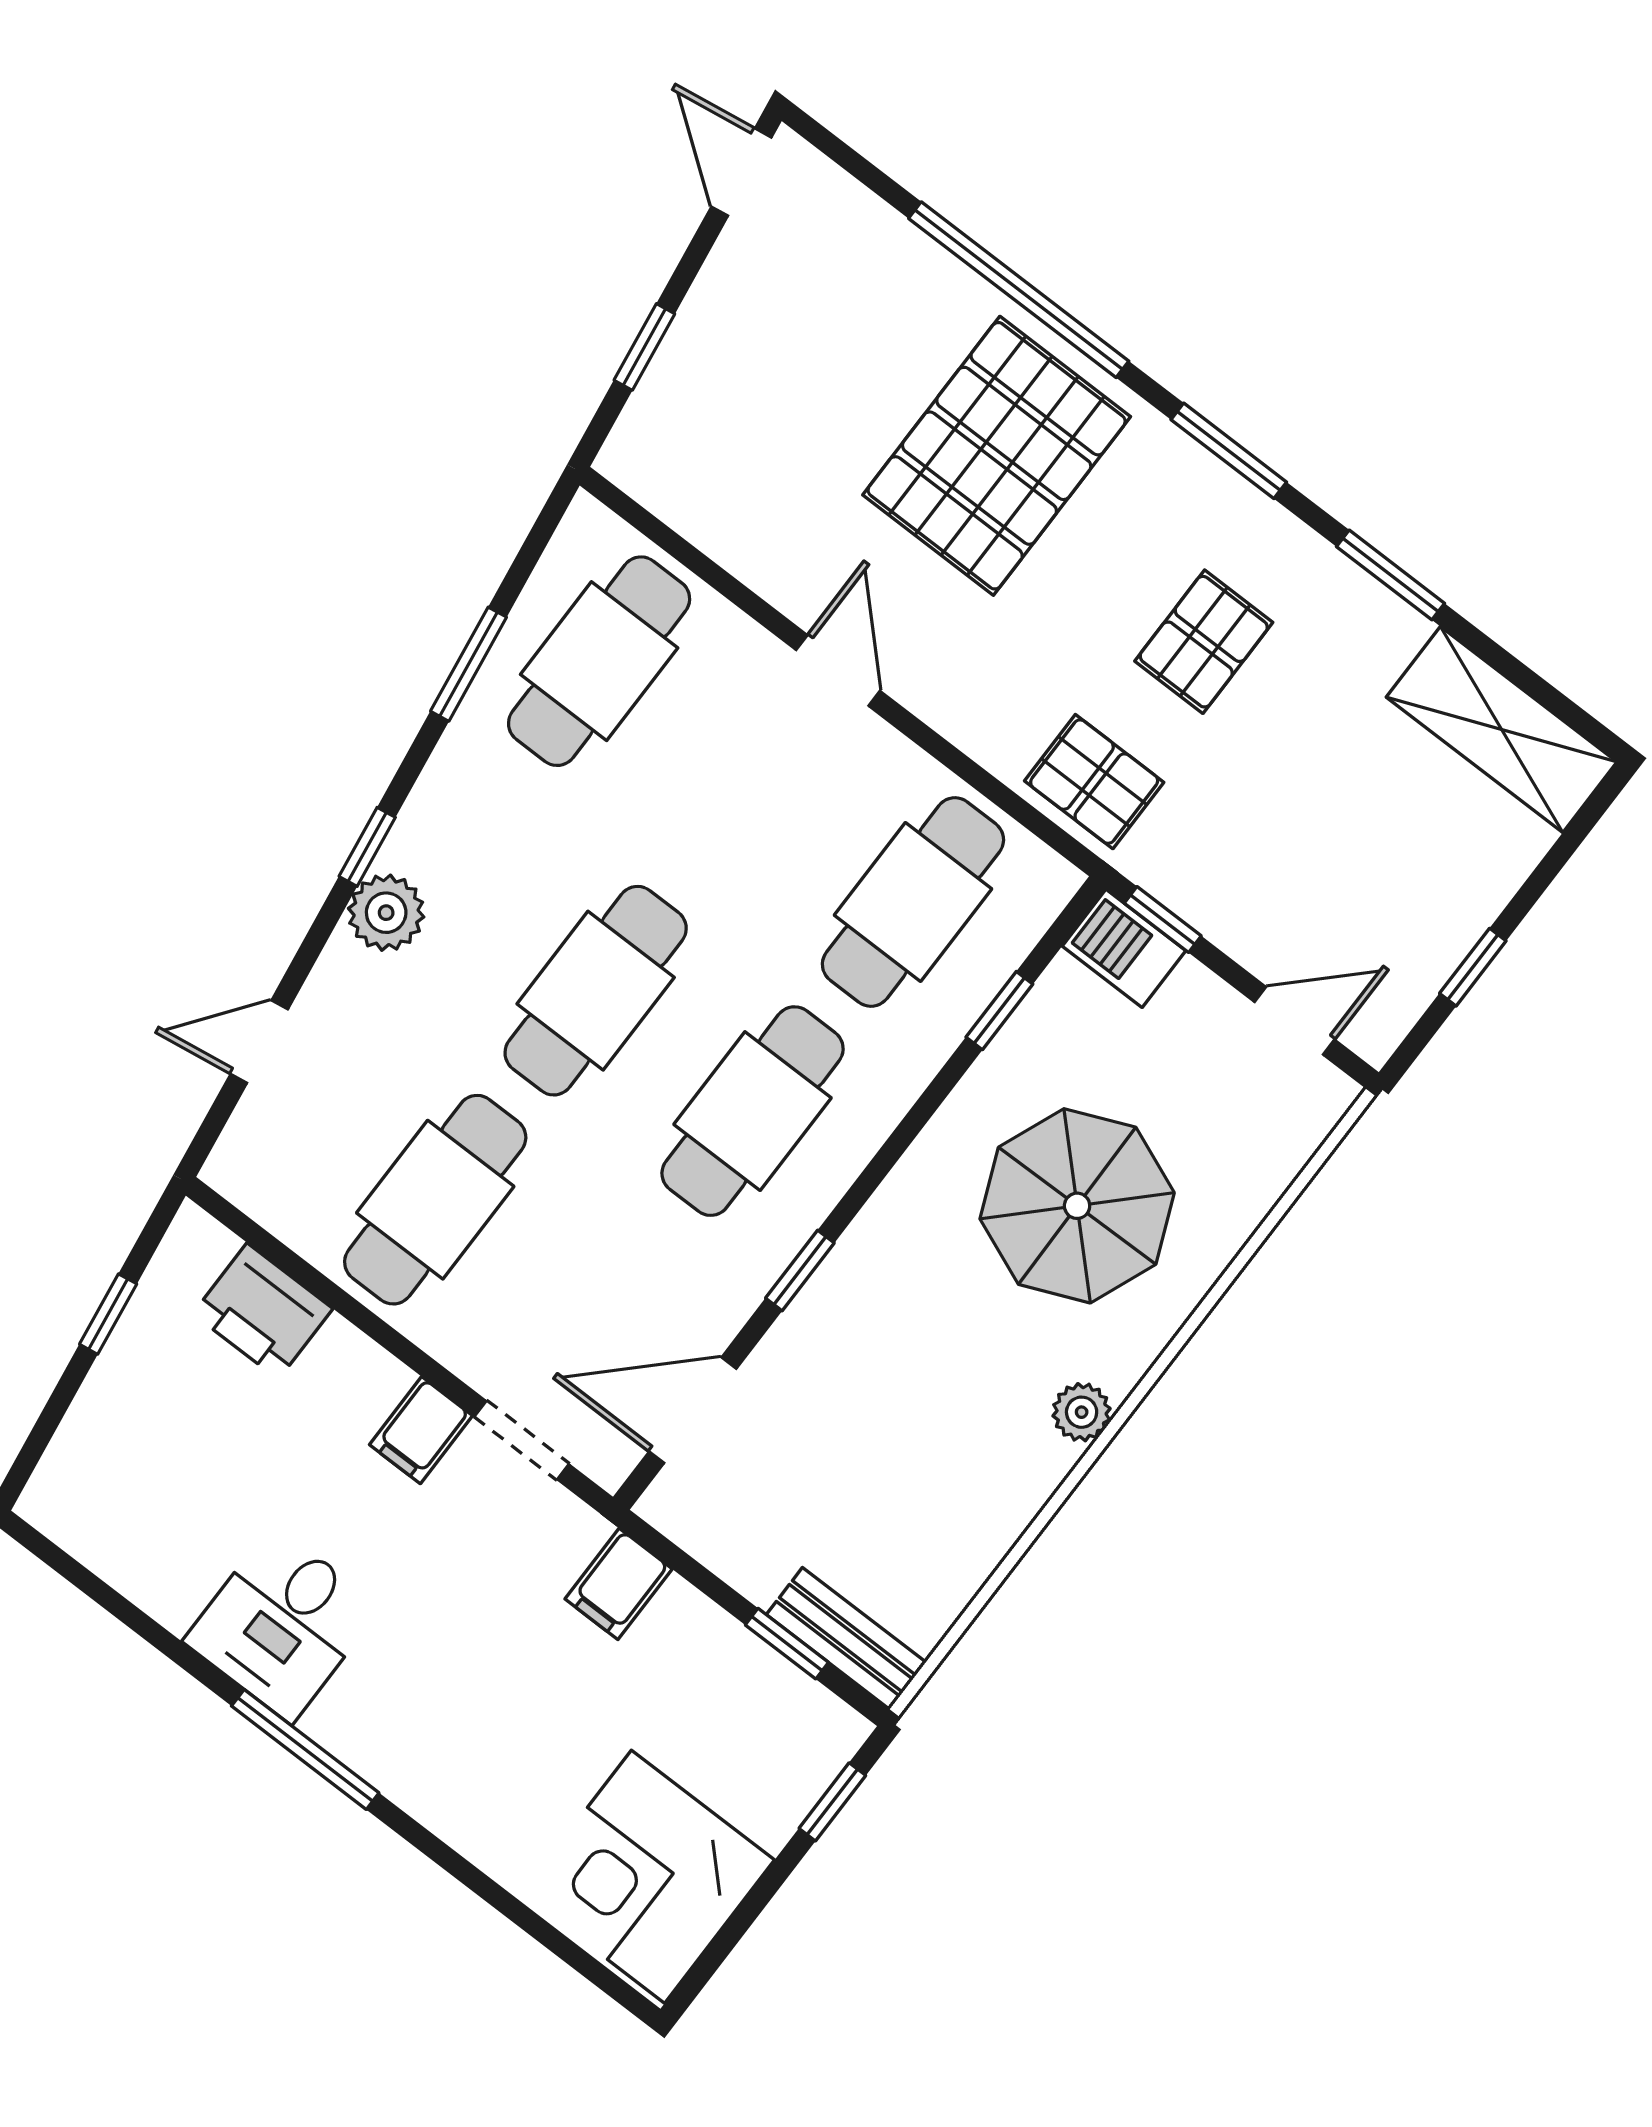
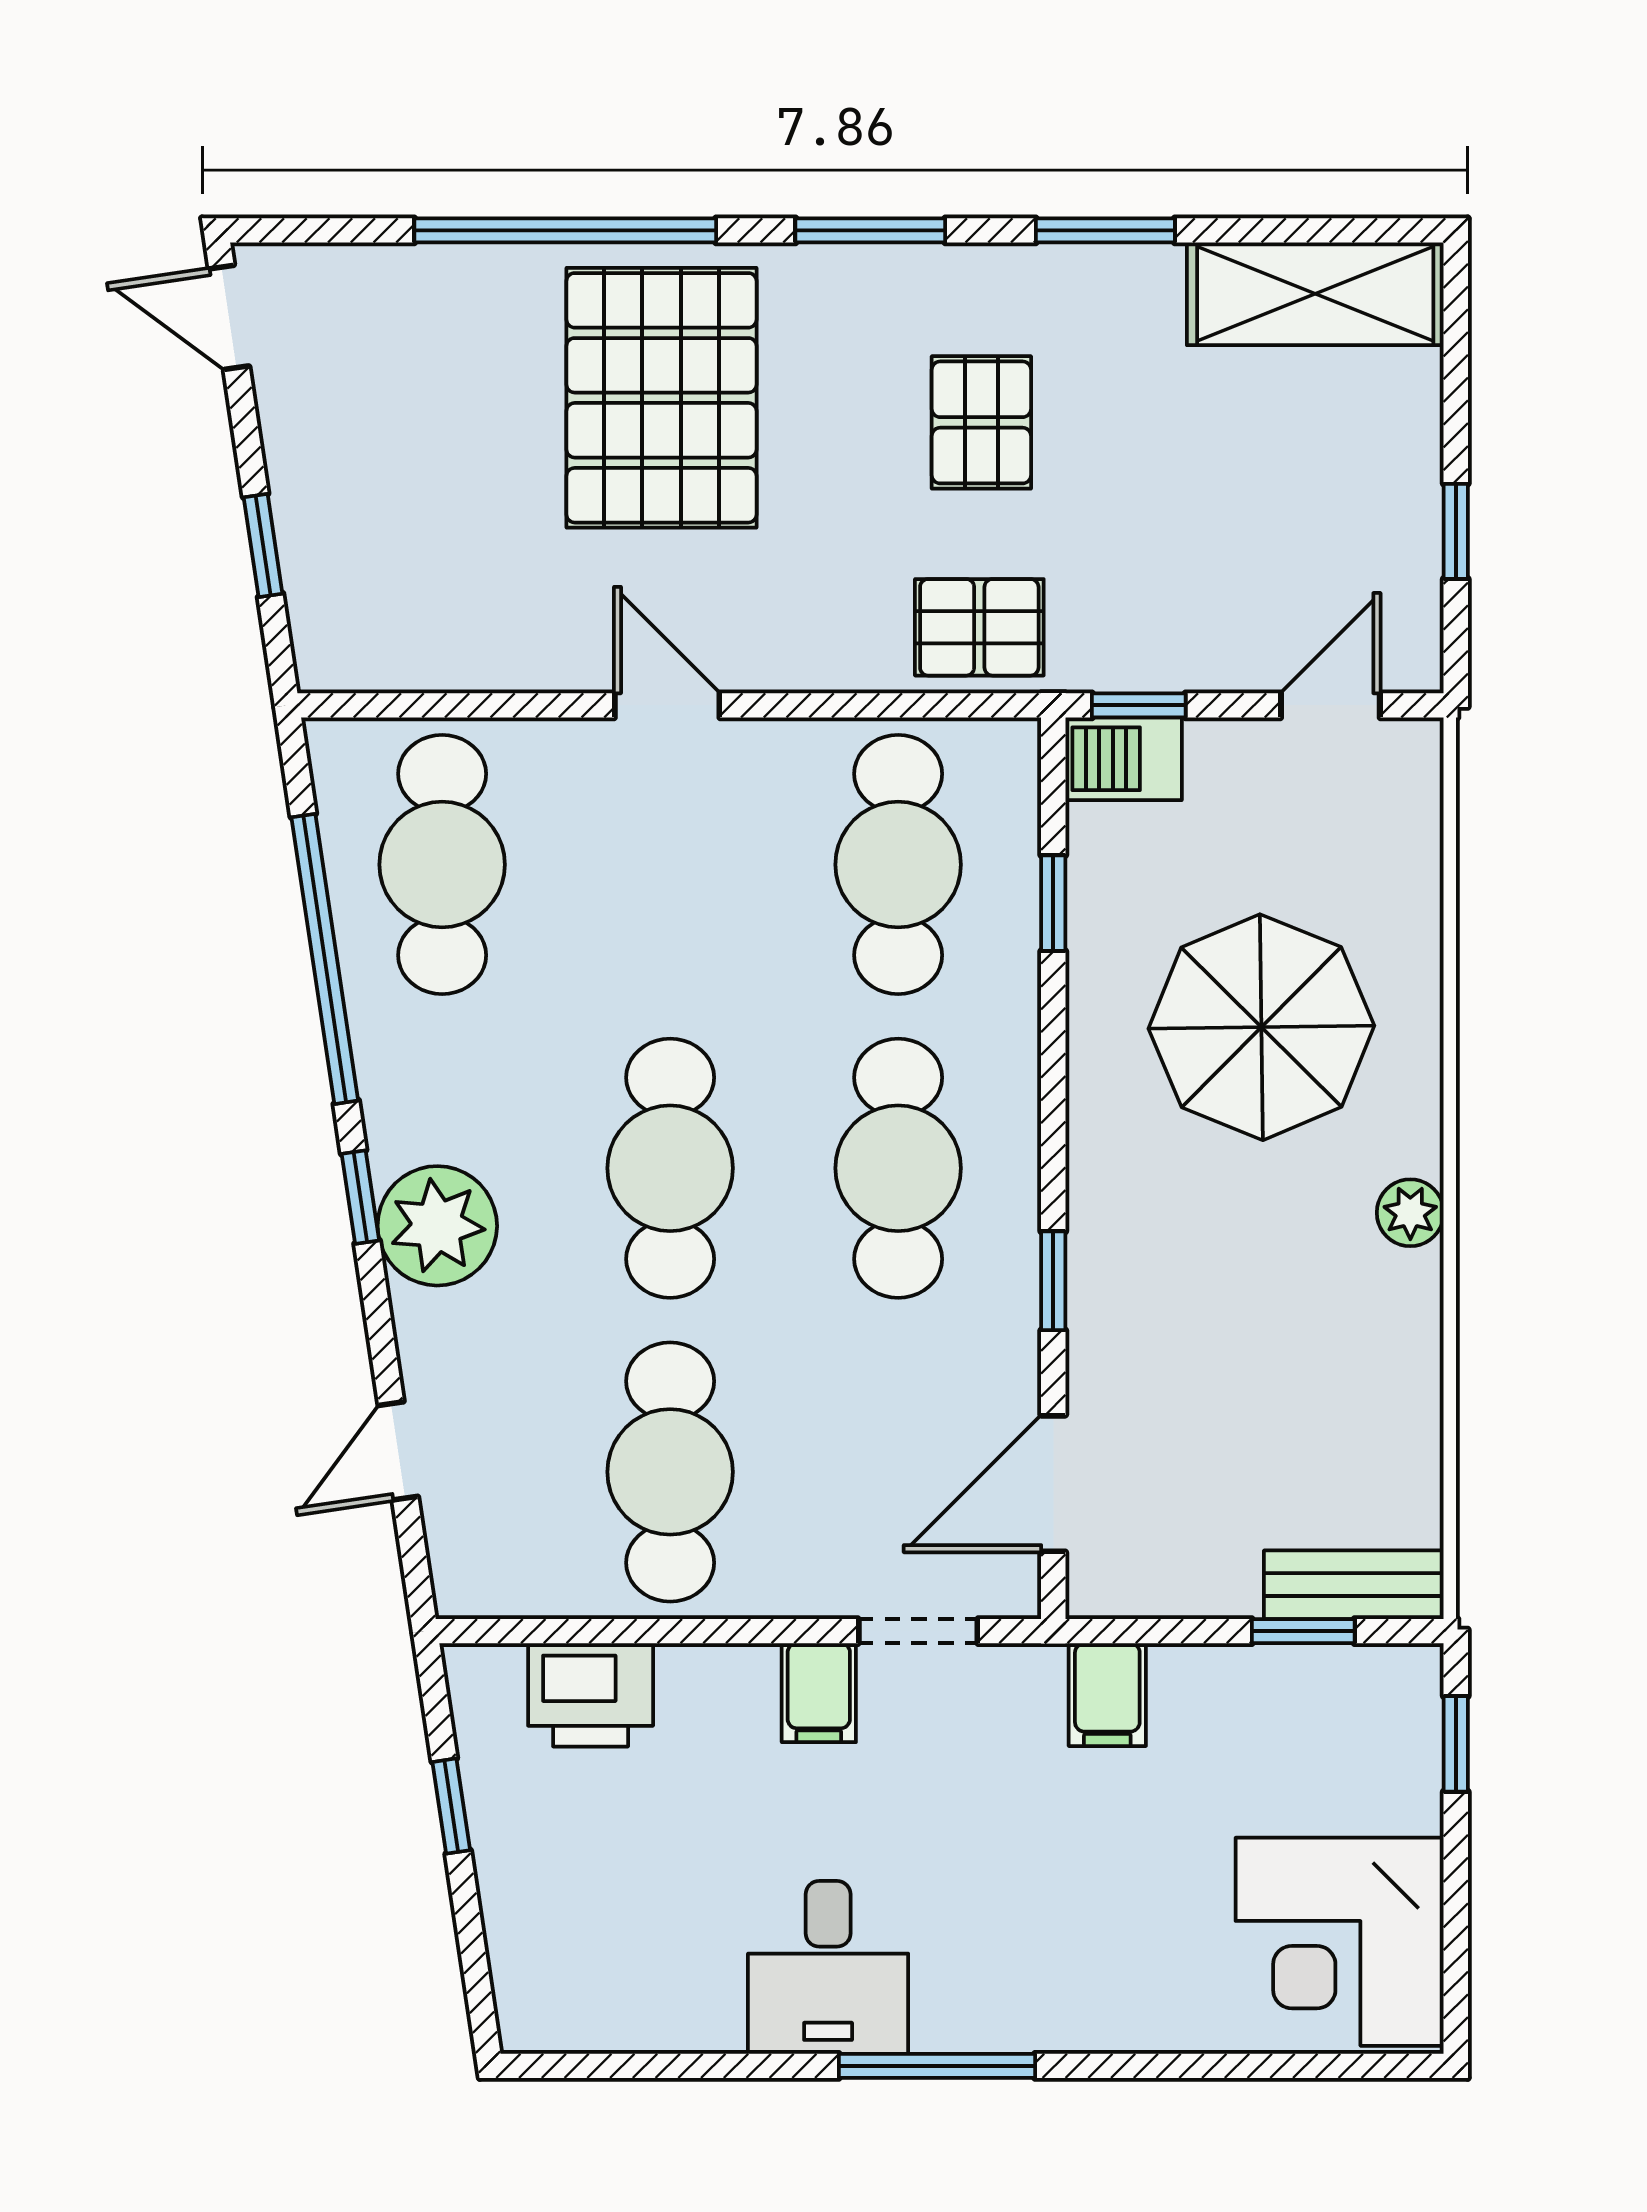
window: (468, 664) -> (325, 959), width x2.11
plant: (386, 913) -> (437, 1226), width x1.36, depth x1.36

